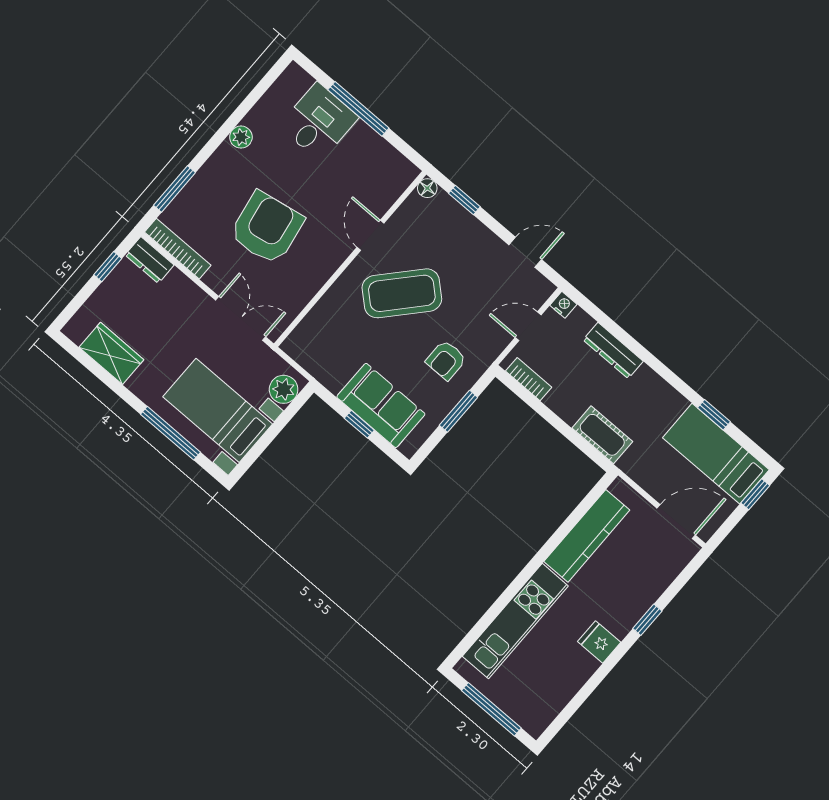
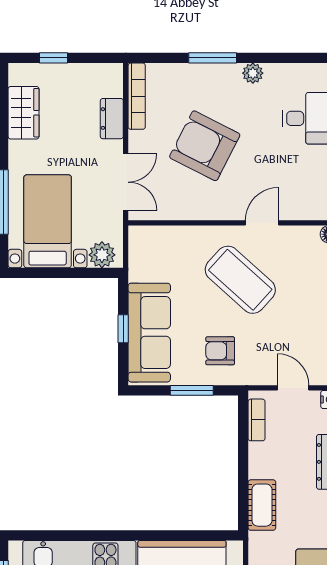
window: (174, 189) -> (213, 58), moved
armchair: (267, 228) -> (205, 146), turned -143
dresser: (150, 260) -> (112, 119), moved
window: (108, 267) -> (53, 58), moved
sofa: (381, 405) -> (149, 333), width x1.36

